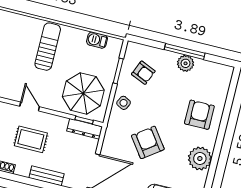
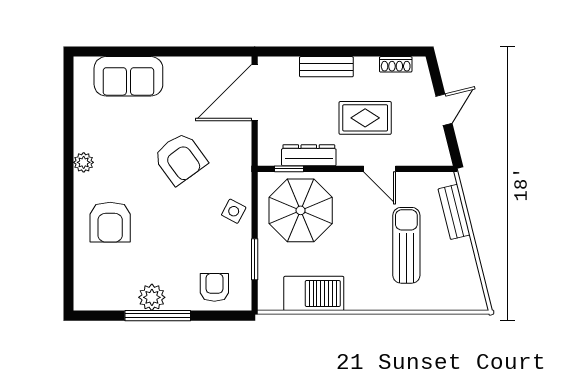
barbecue: (97, 40) -> (314, 293), width x1.88, depth x1.53
sun lounger: (48, 47) -> (406, 245), moved, turned 180
armchair: (143, 73) -> (214, 287), moved, turned 67
dresser: (85, 129) -> (309, 155), moved
plant: (200, 158) -> (84, 162), width x0.53, depth x0.53

